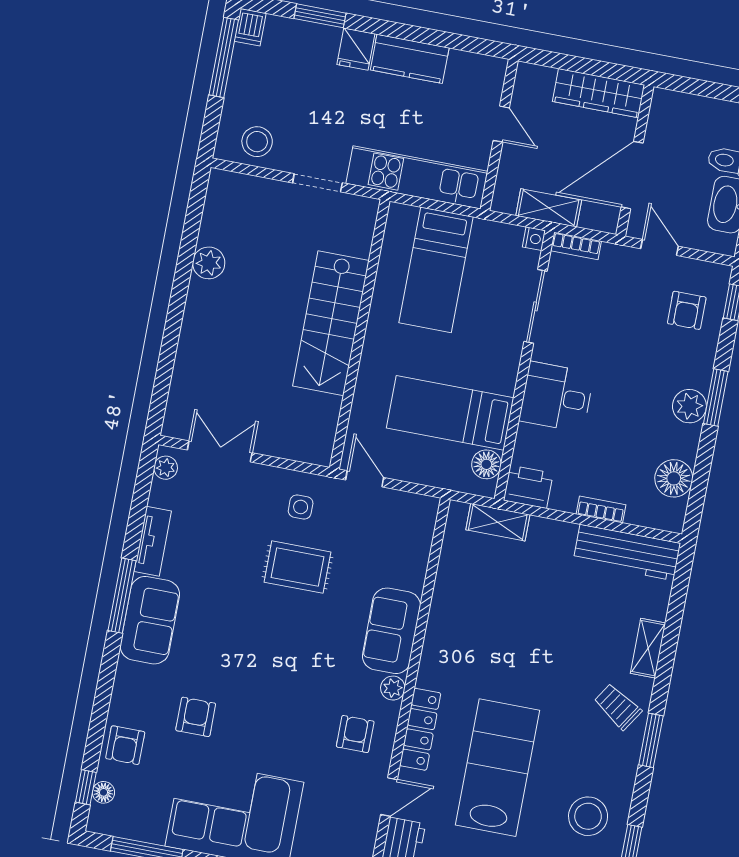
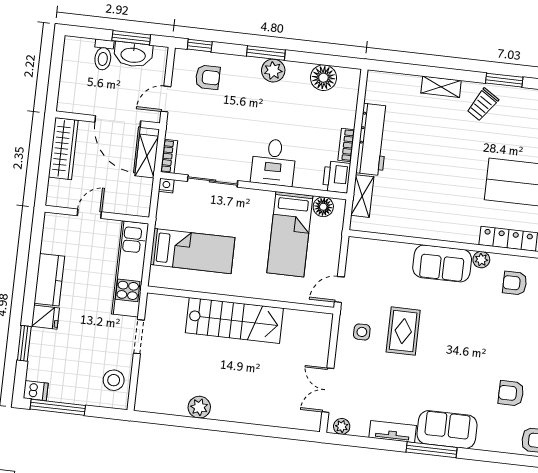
shelving: (549, 208) -> (147, 156), moved
bookcase: (601, 509) -> (346, 145), moved
workbench: (627, 552) -> (373, 139), moved

